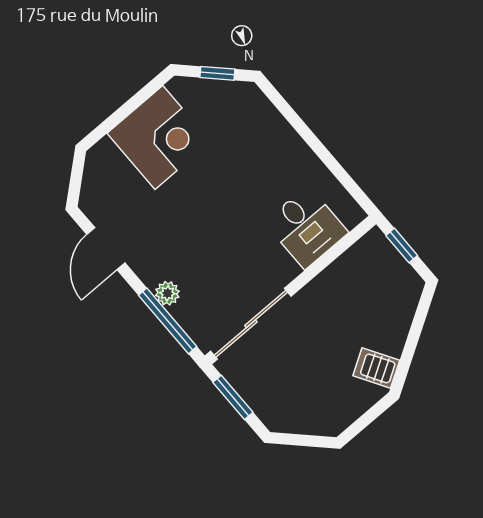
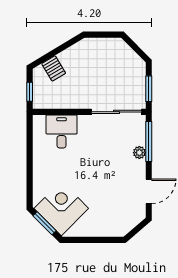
window: (217, 73) -> (45, 223), width x1.50
corner desk: (159, 137) -> (61, 208), moved, turned 45
server rack: (376, 368) -> (54, 68), moved

